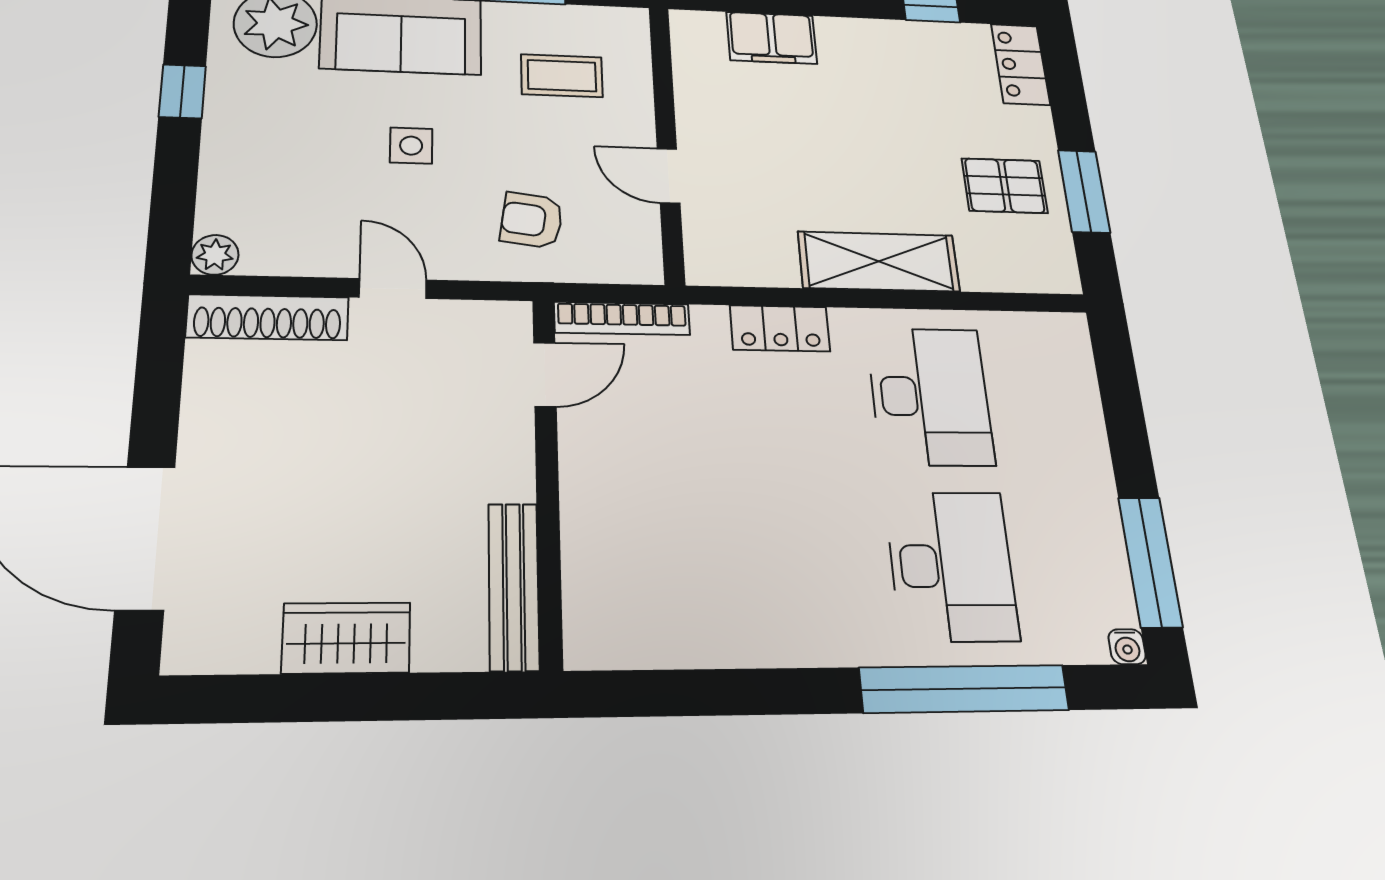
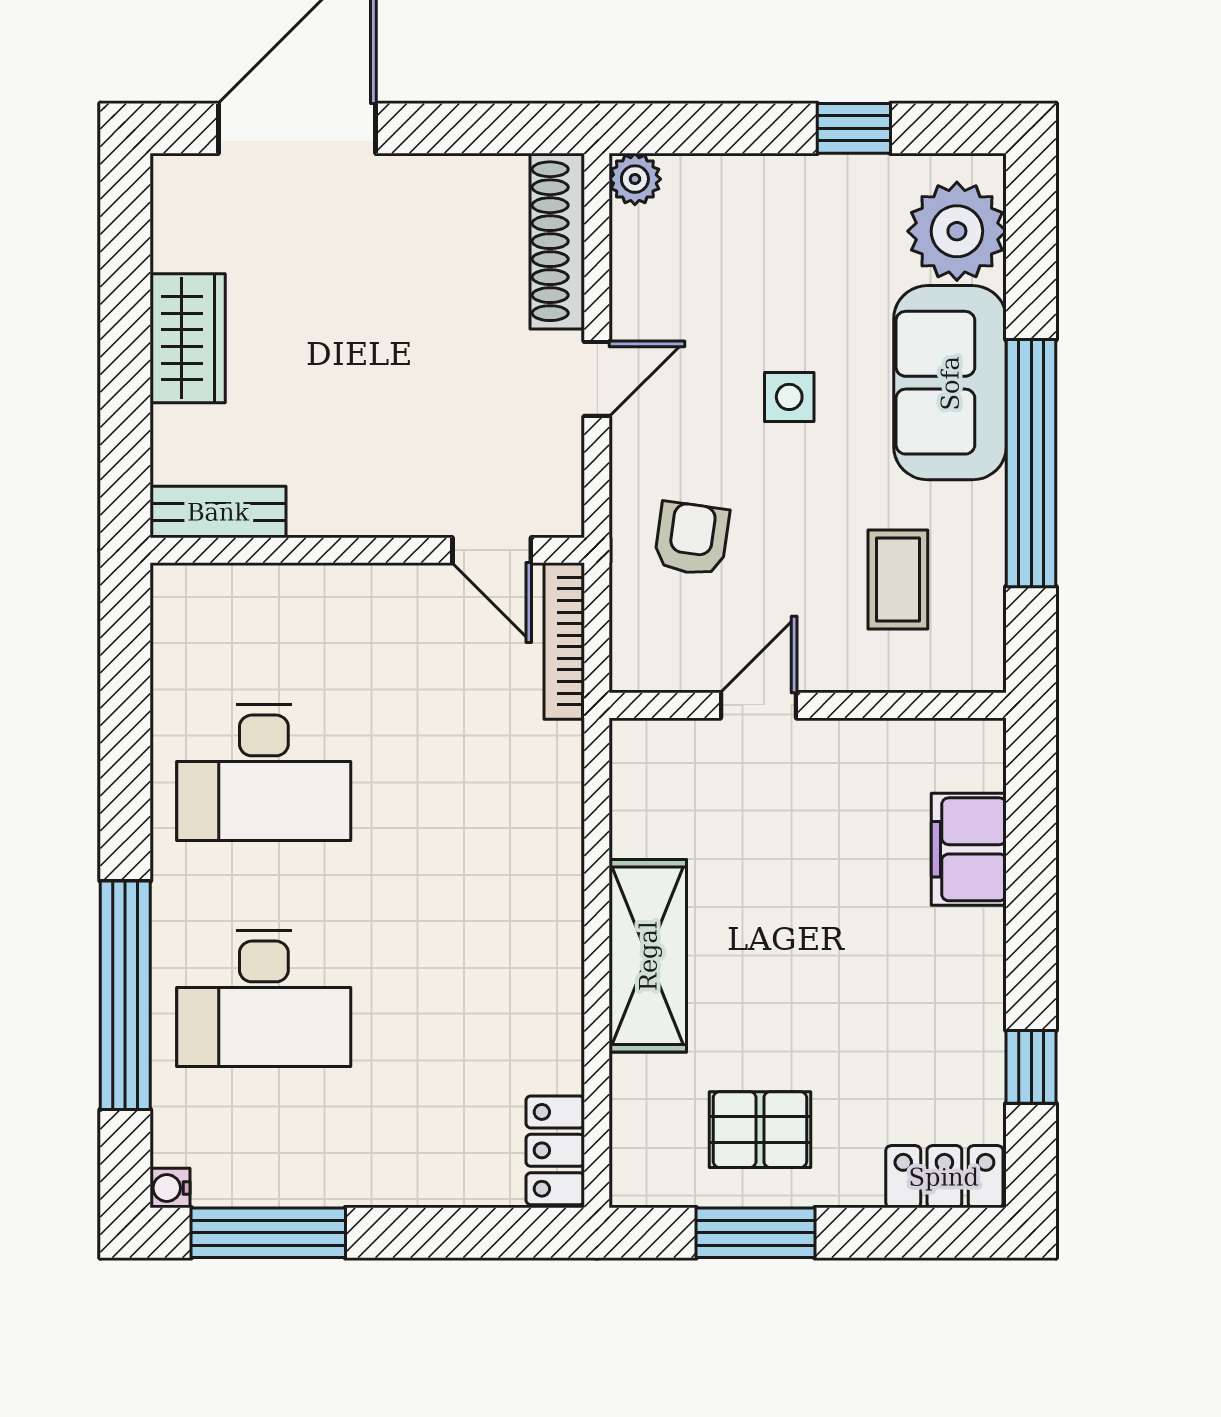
pallet: (1005, 186) -> (760, 1130), turned 90
locker: (780, 328) -> (555, 1150), moved
desk: (930, 396) -> (264, 772), moved
bench: (514, 586) -> (218, 512), width x0.73

